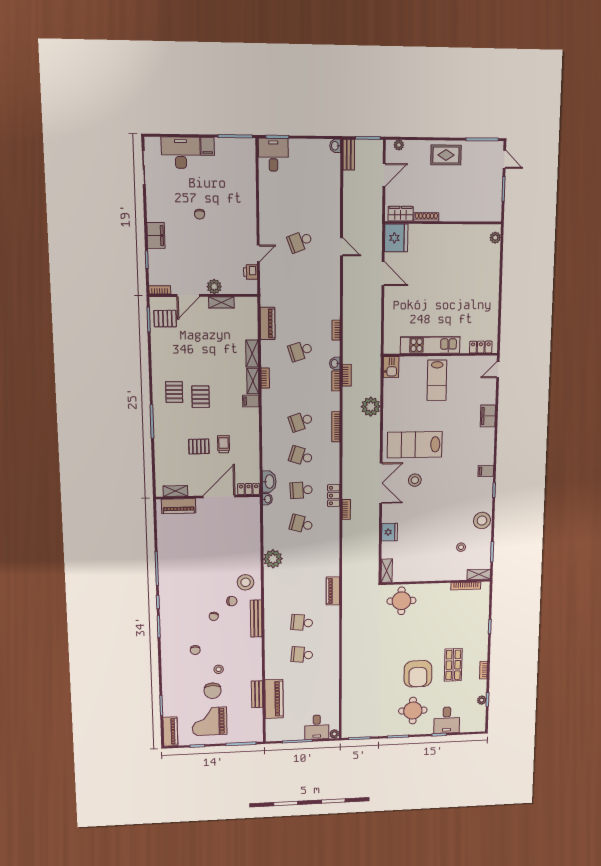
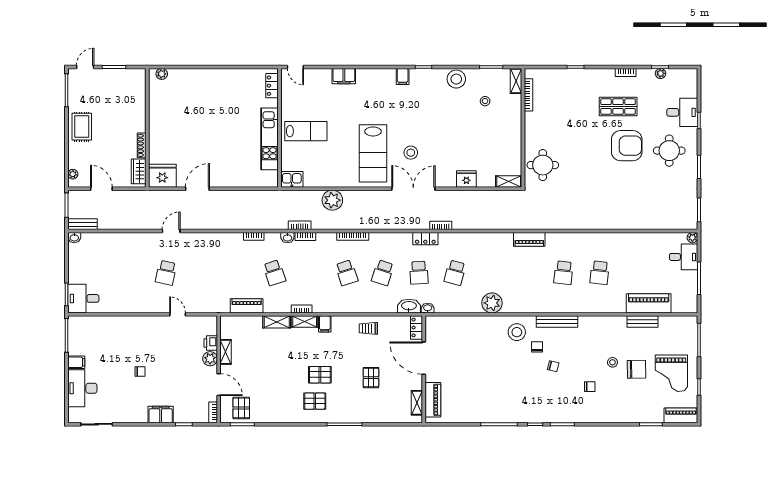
school desk: (300, 241) -> (166, 273), turned 33
printer: (250, 272) -> (211, 343), moved, turned 90
trolley: (224, 444) -> (368, 328), moved

